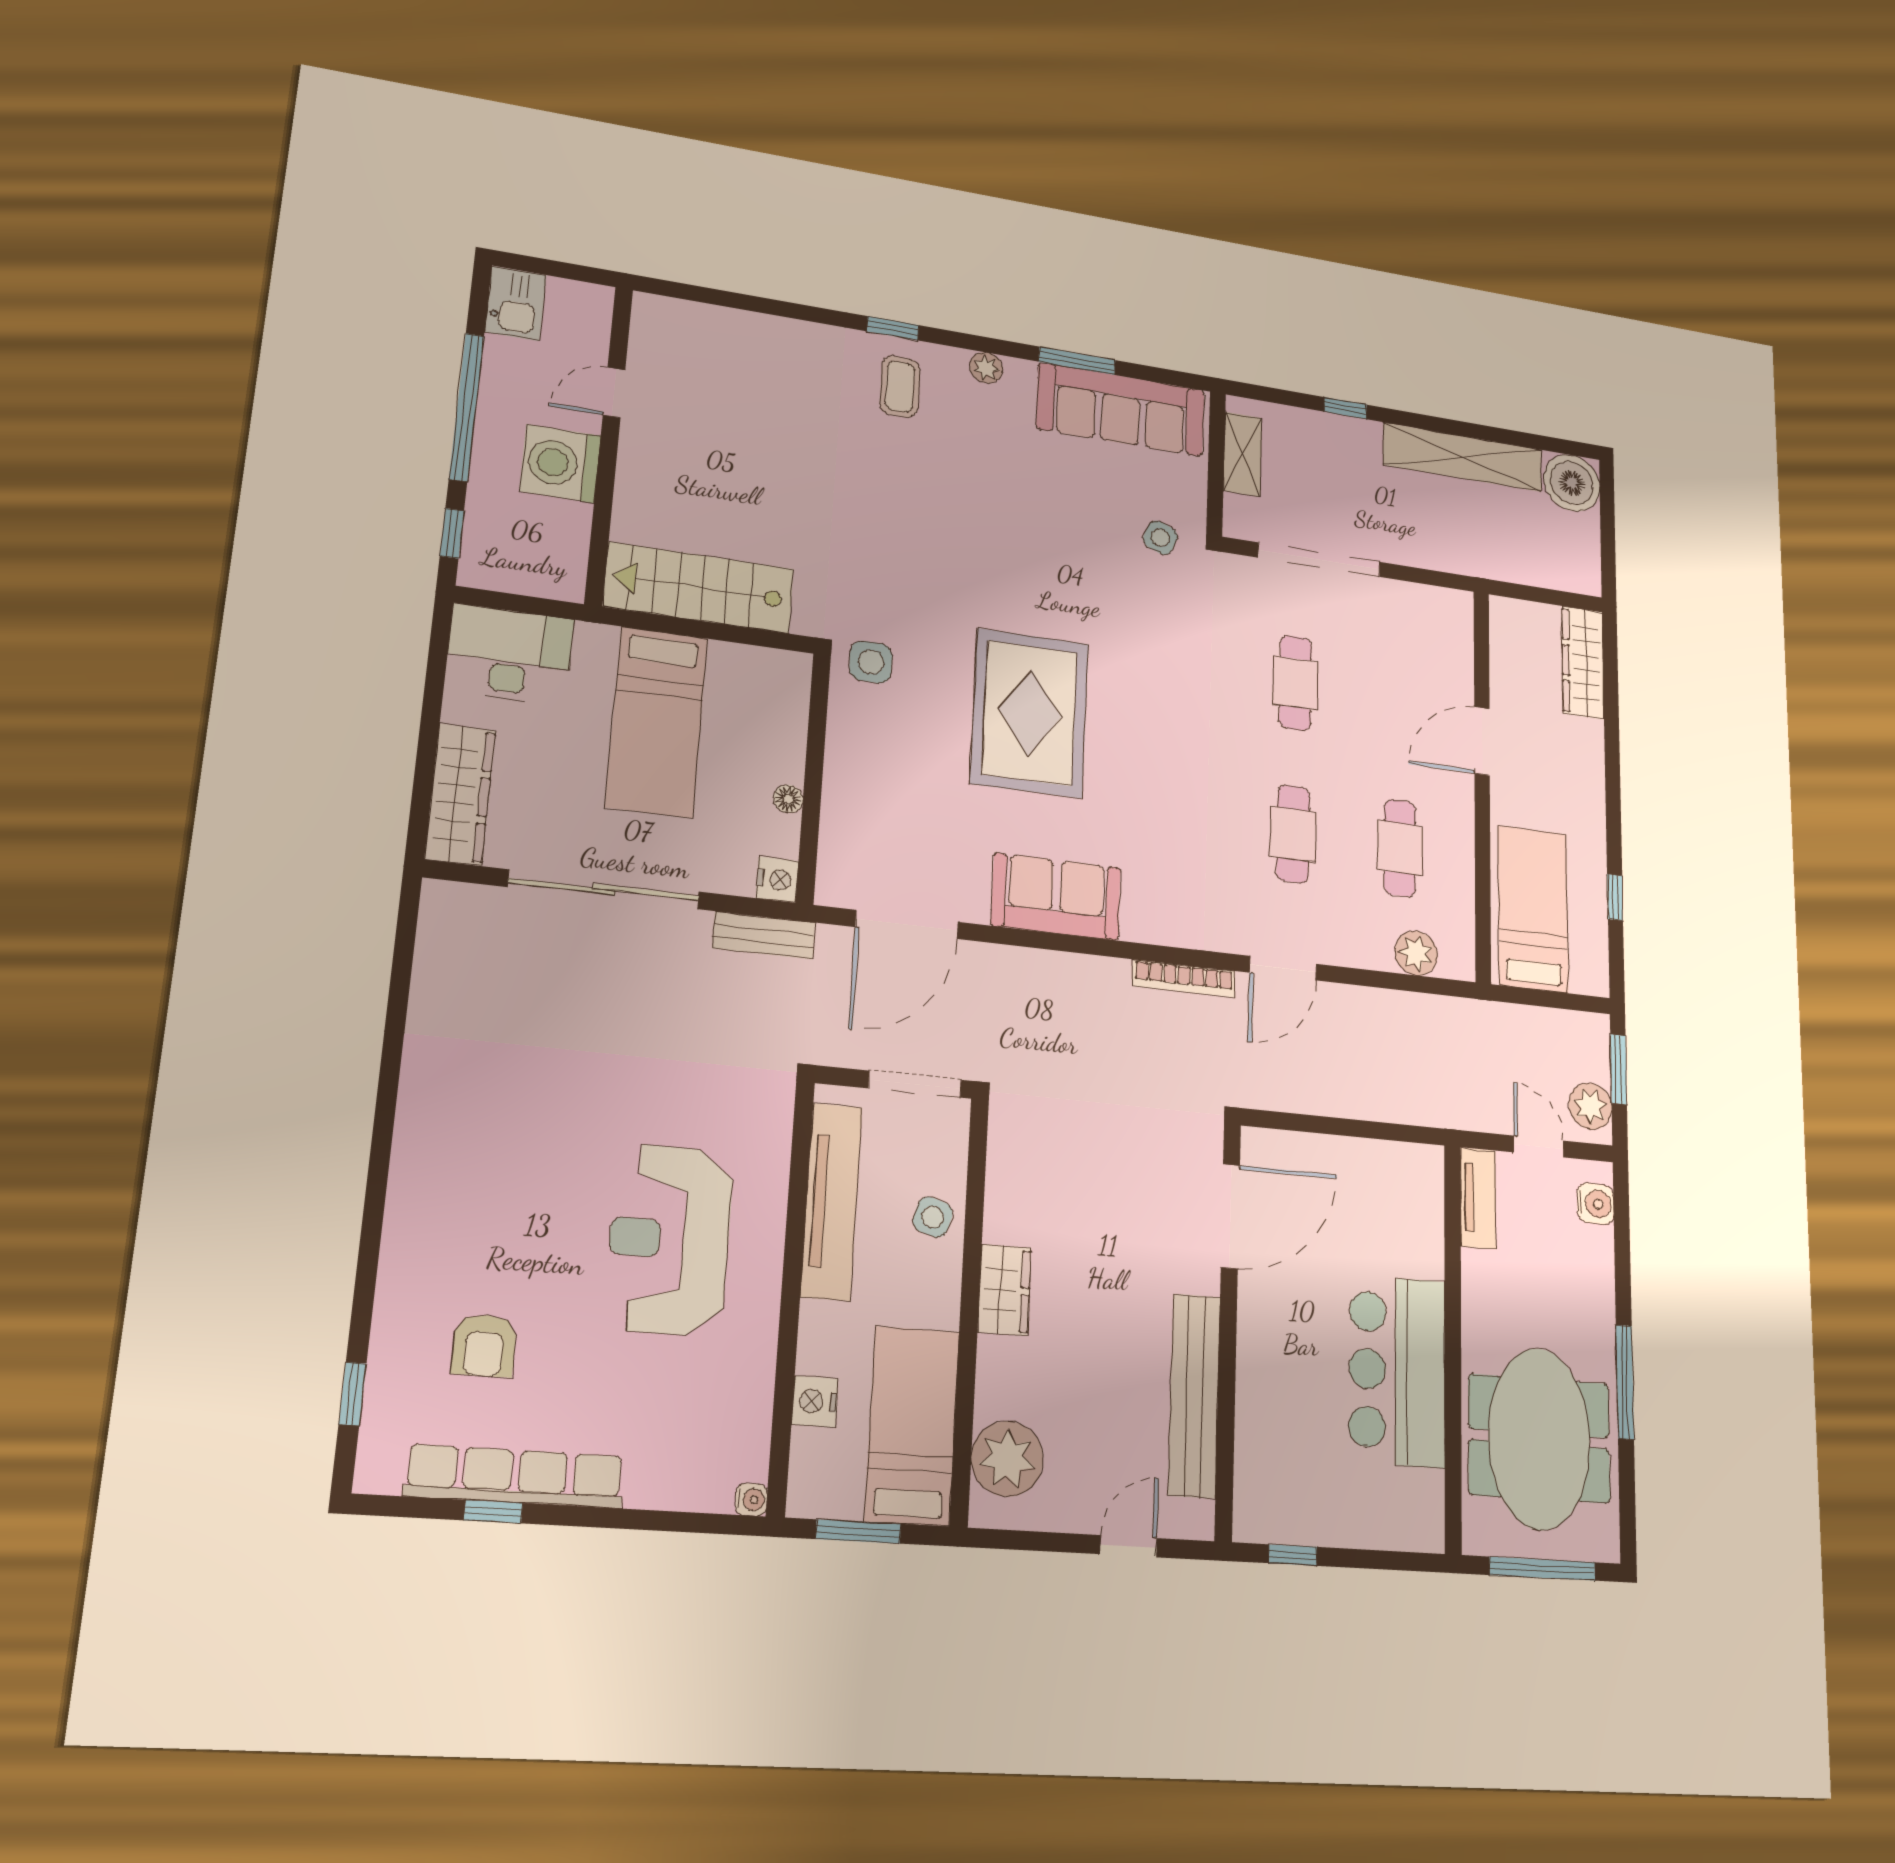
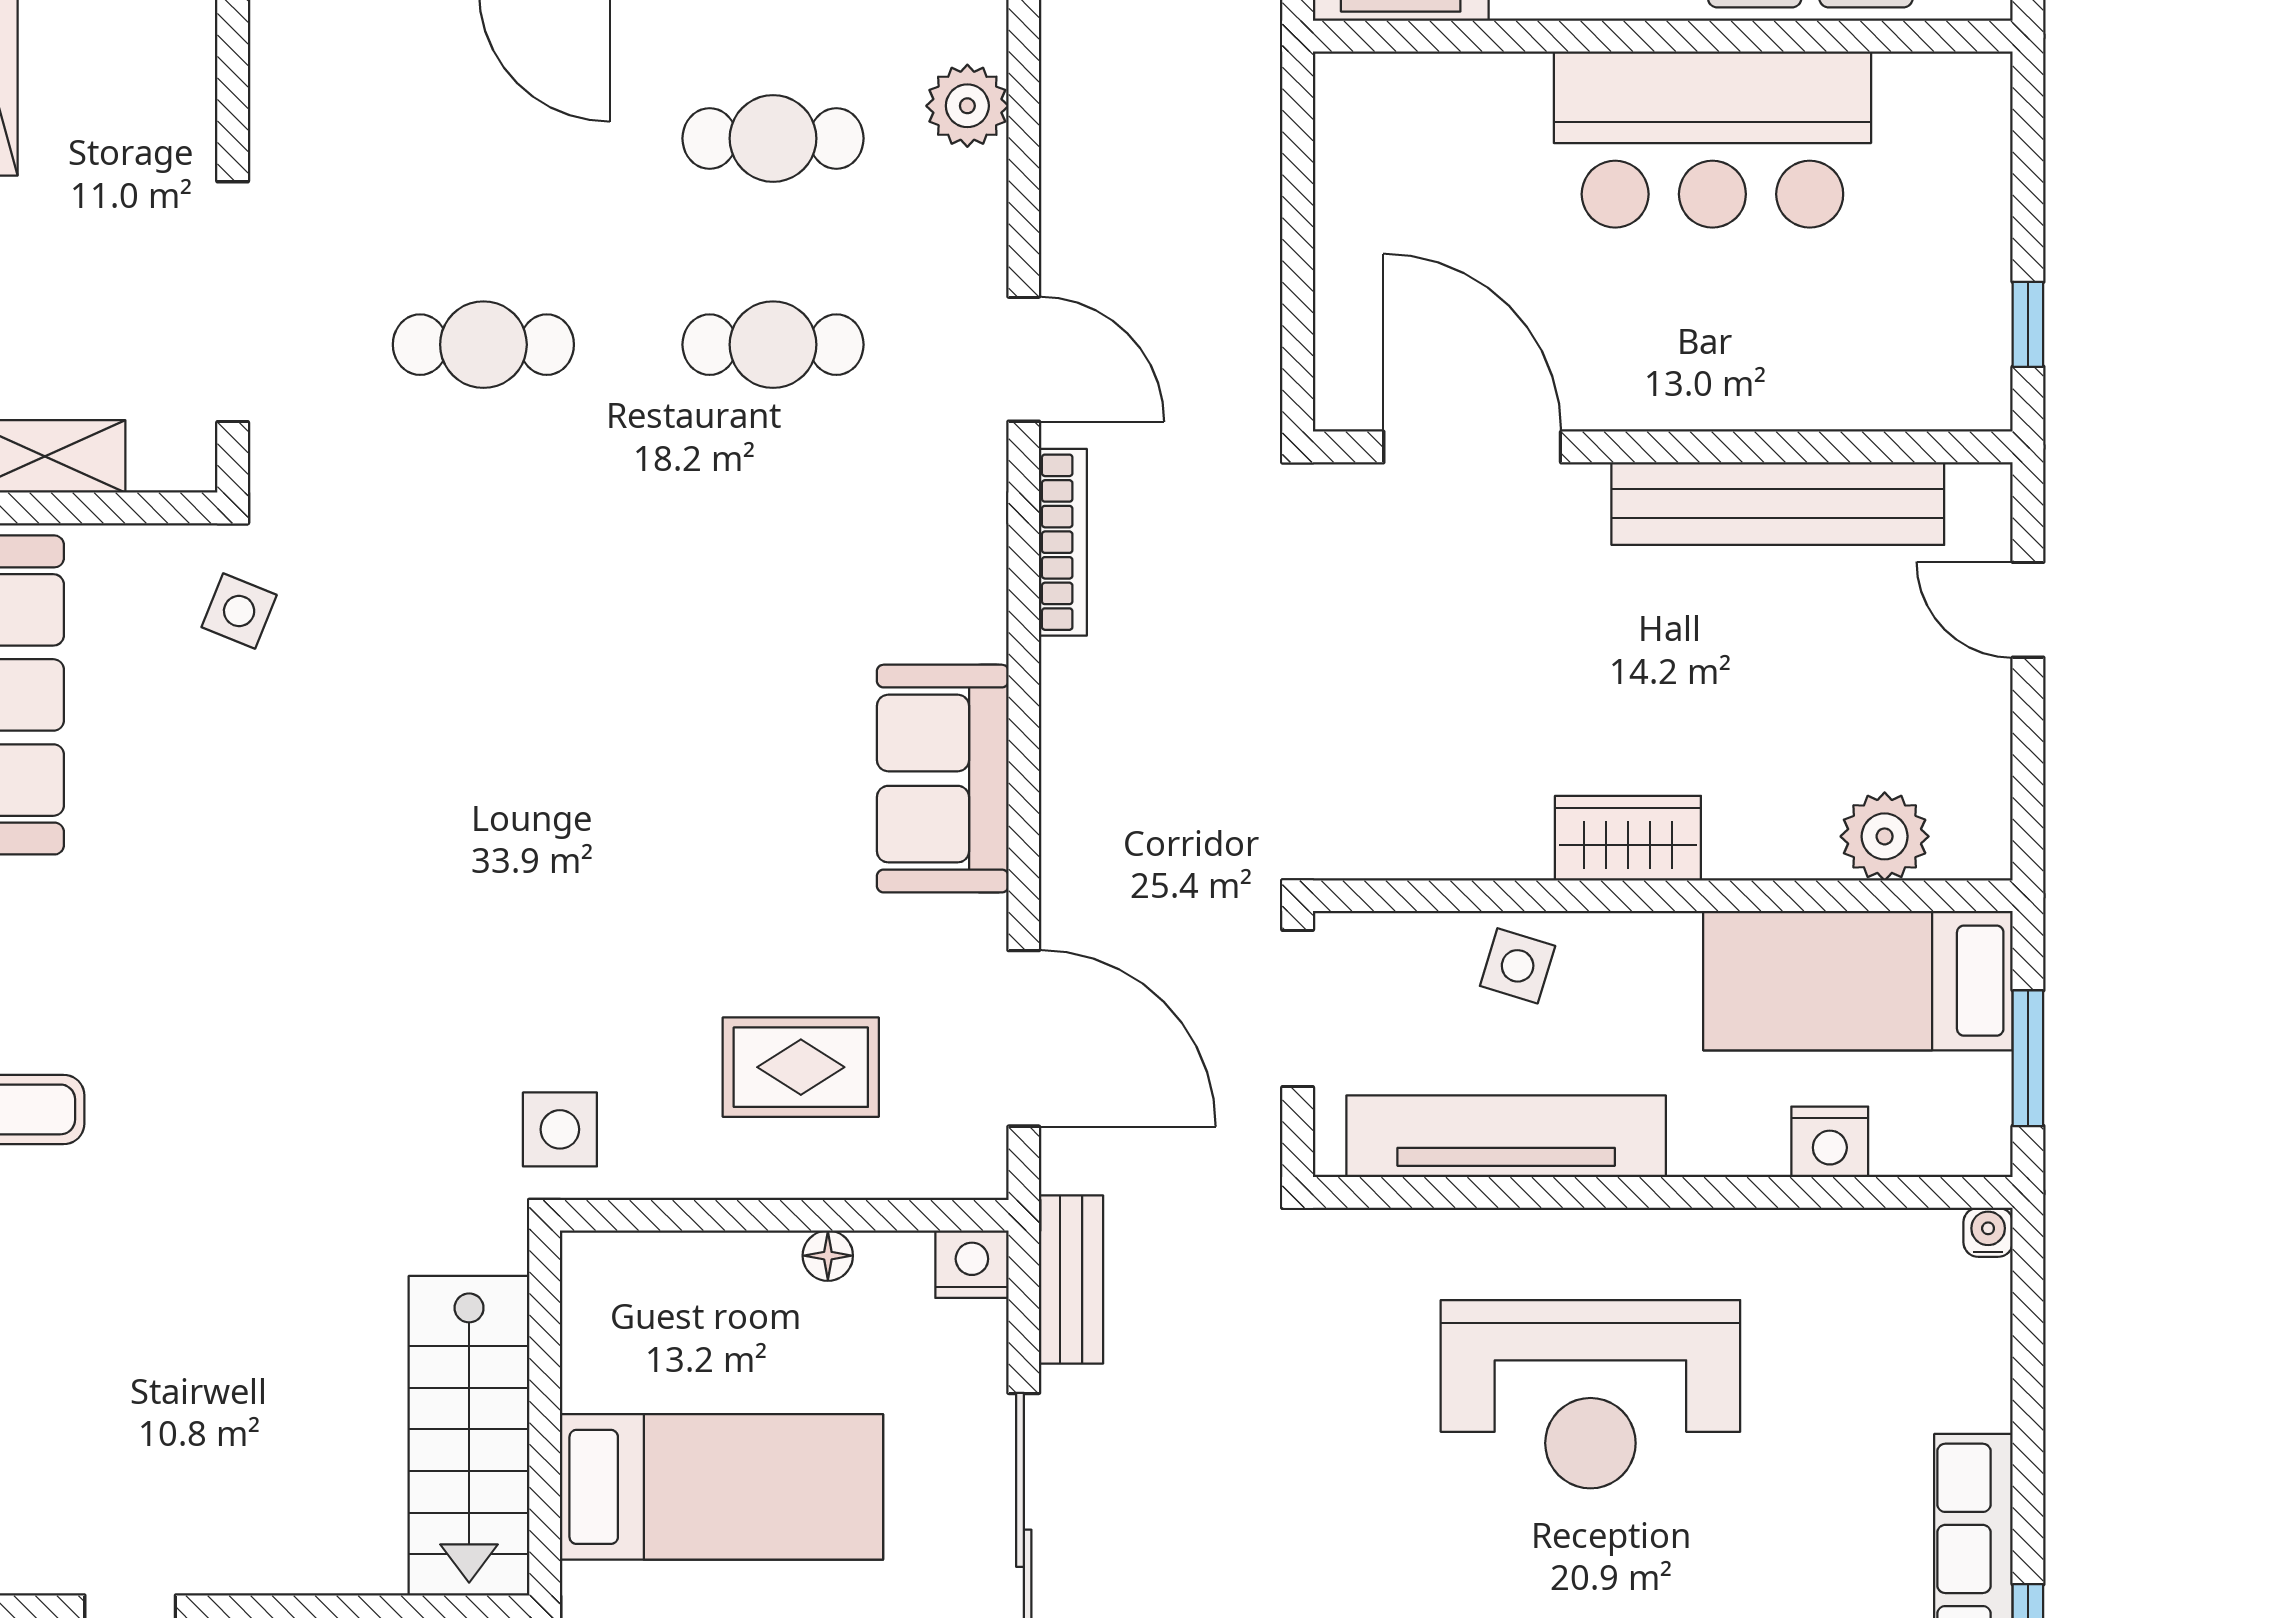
rug: (1030, 713) -> (801, 1067), moved, width x0.54, depth x0.49
plant: (1007, 1459) -> (1885, 836), width x0.73, depth x0.73

